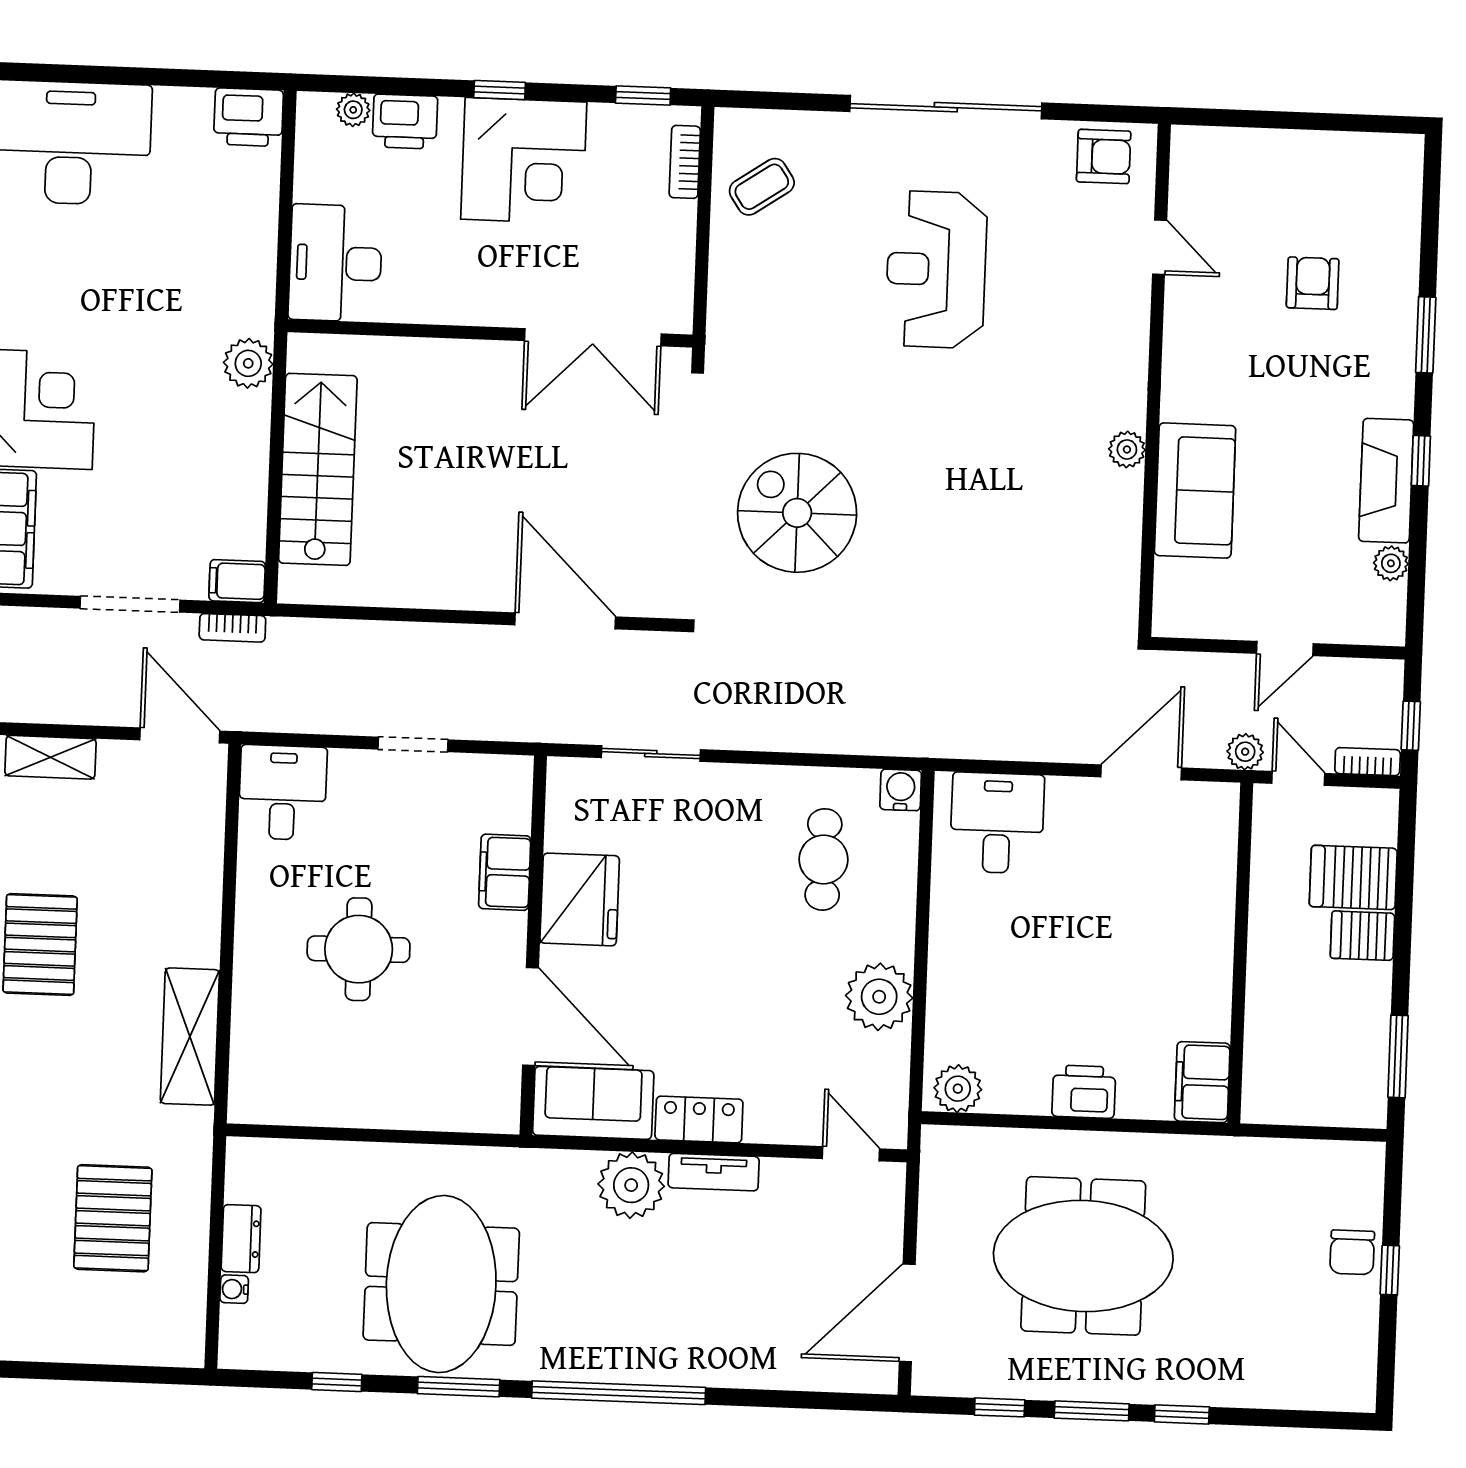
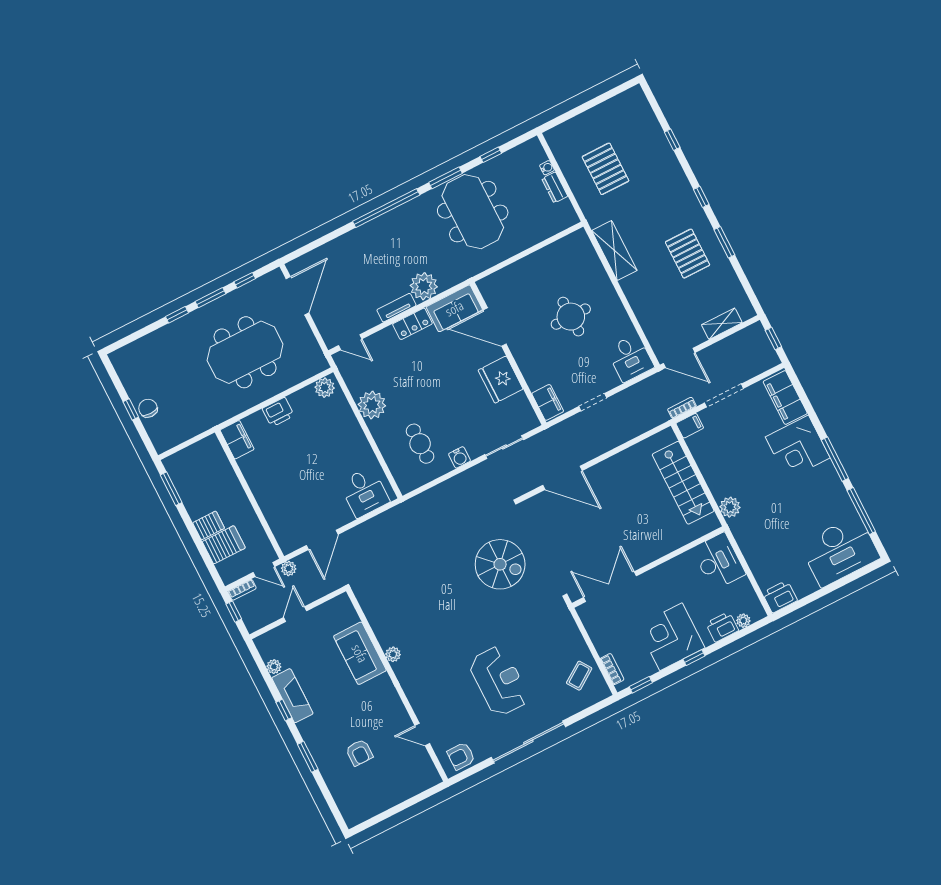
water cooler: (901, 790) -> (459, 457), moved
filing cabinet: (505, 872) -> (548, 402), moved

